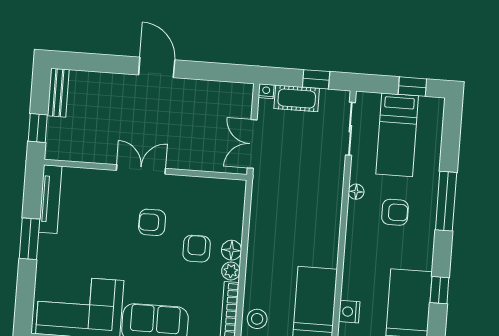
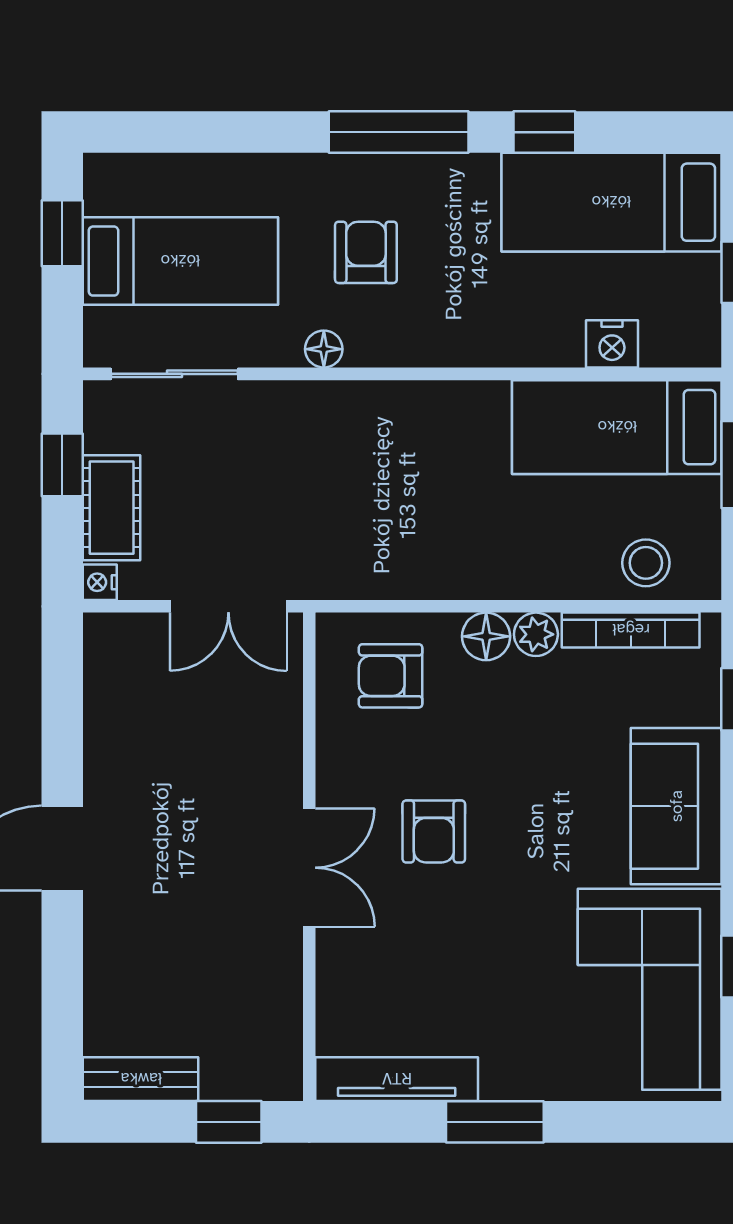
double door: (141, 169) -> (309, 868), swing flipped
window: (446, 201) -> (399, 132), moved
armchair: (197, 249) -> (391, 676), moved

